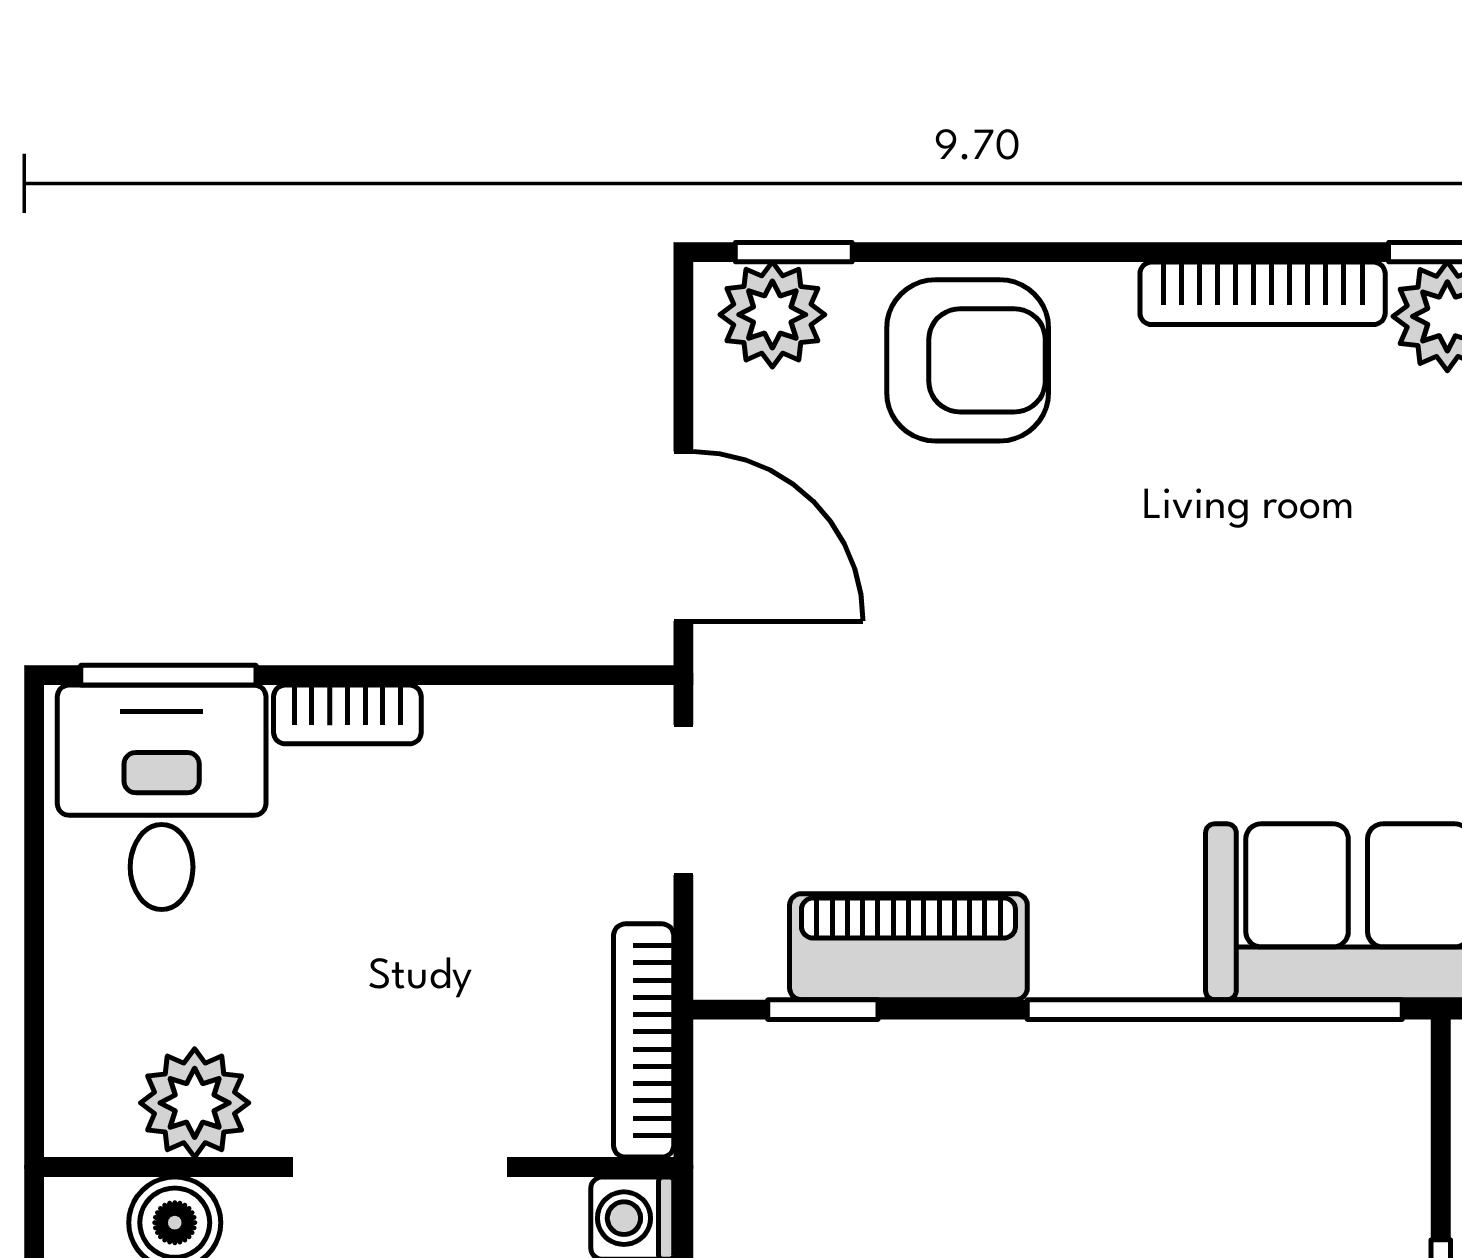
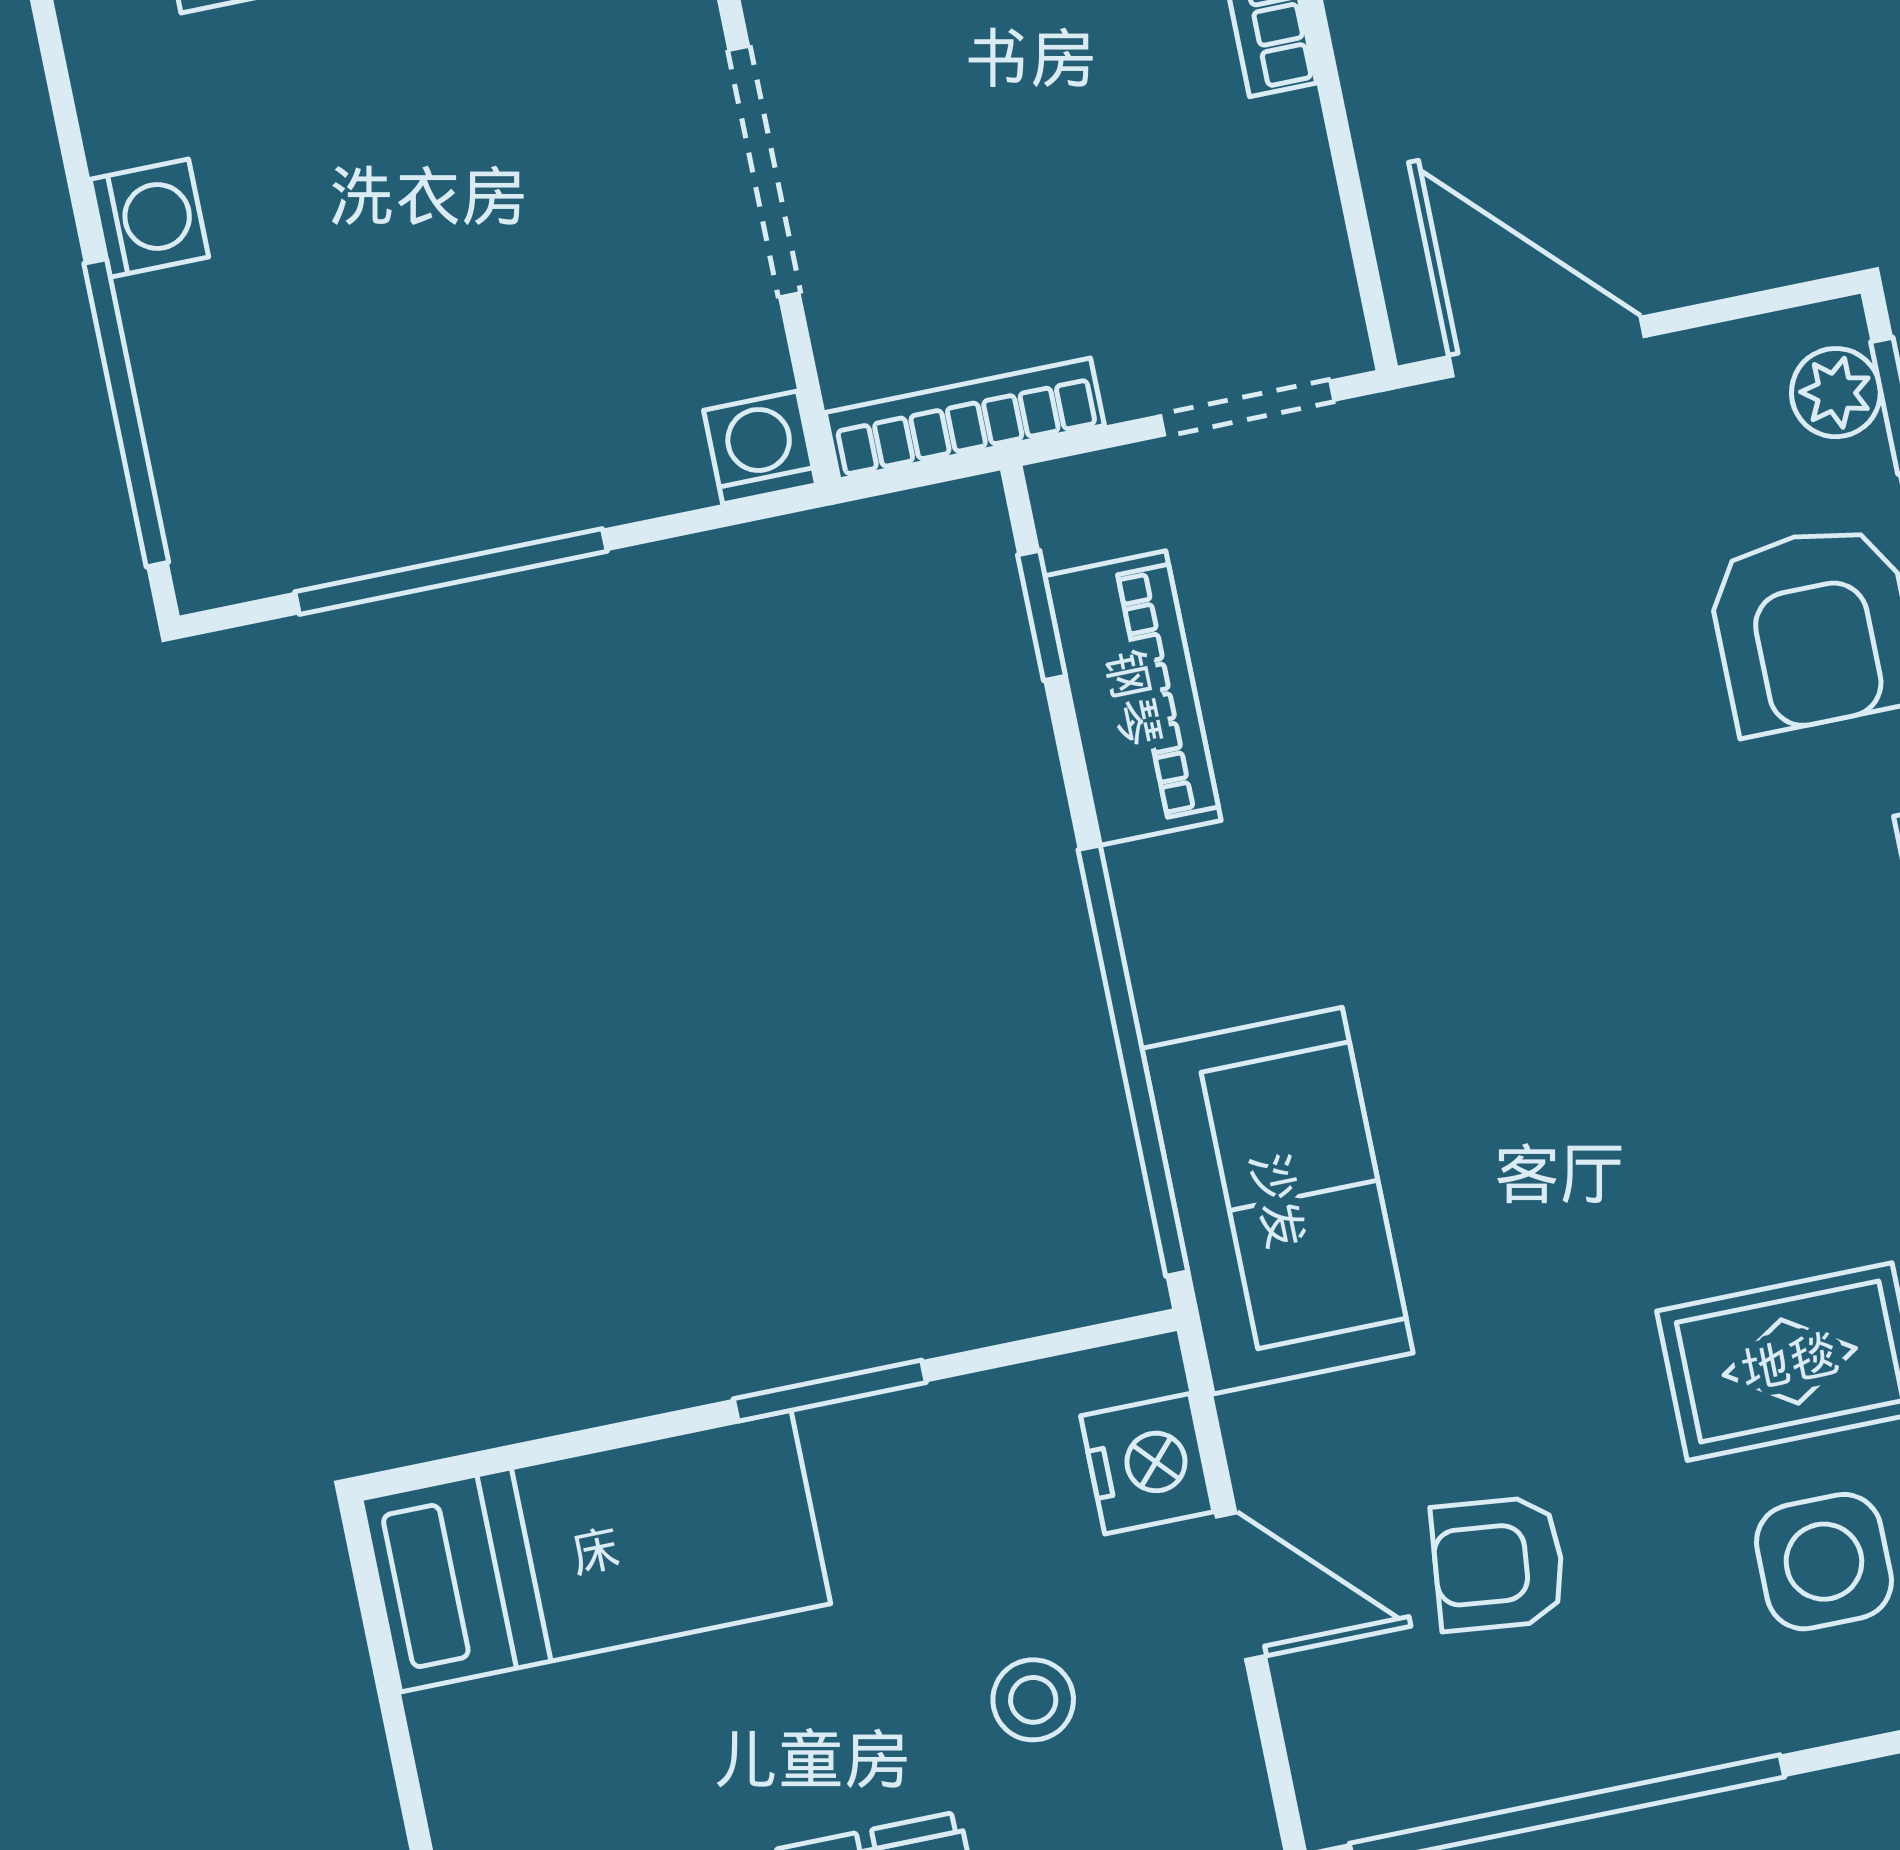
plant: (772, 315) -> (1836, 393), width x0.73, depth x0.73
door: (683, 536) -> (1547, 347), swing flipped

